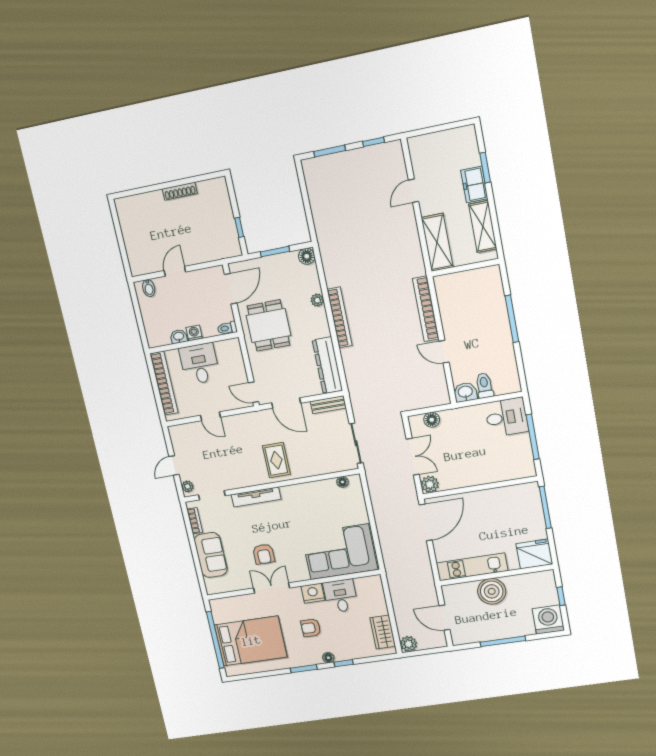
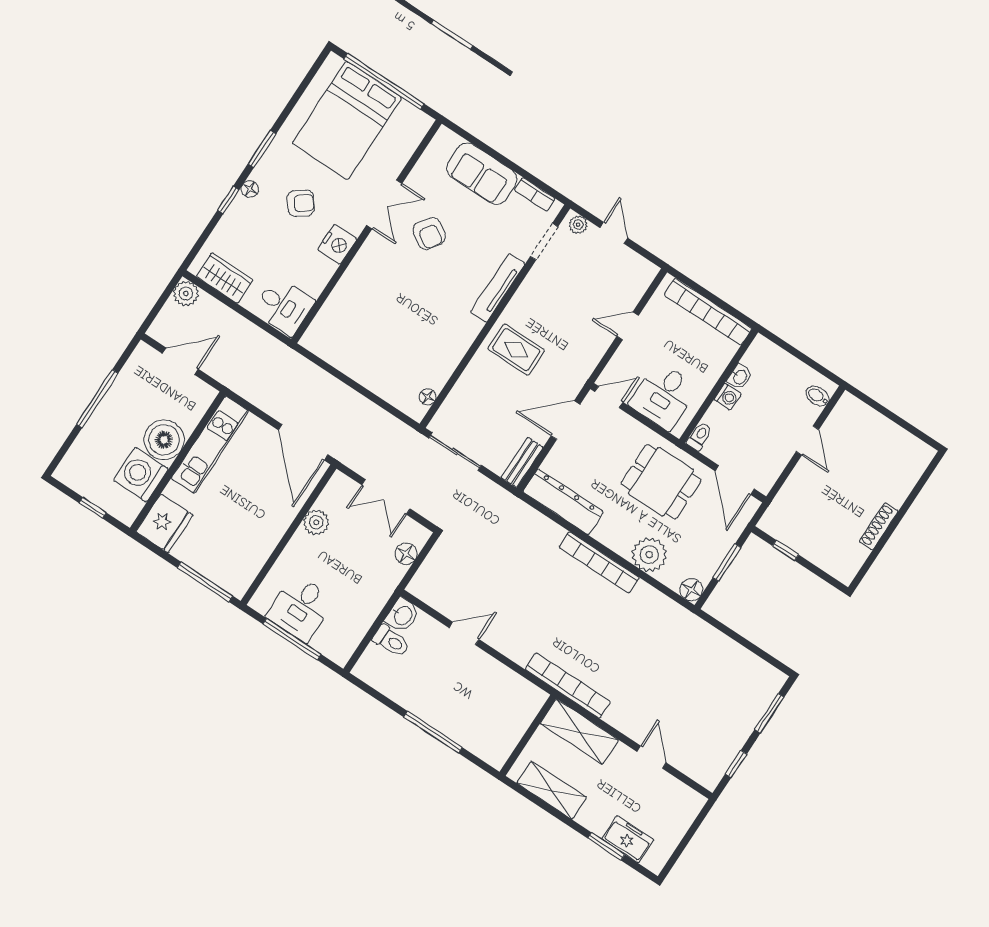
freezer: (474, 184) -> (628, 839), moved
plant: (317, 300) -> (649, 555), width x1.88, depth x1.88
bookcase: (426, 309) -> (568, 686), moved
desk: (199, 364) -> (663, 396), moved, turned 90
desk: (507, 417) -> (301, 608), moved
plant: (430, 484) -> (316, 522), moved
corner sofa: (339, 552) -> (356, 319), removed
armchair: (264, 554) -> (429, 234), turned -146
desk: (341, 596) -> (284, 306), moved
washing machine: (548, 620) -> (141, 475), moved, turned 180
armchair: (311, 628) -> (301, 203), turned 53

